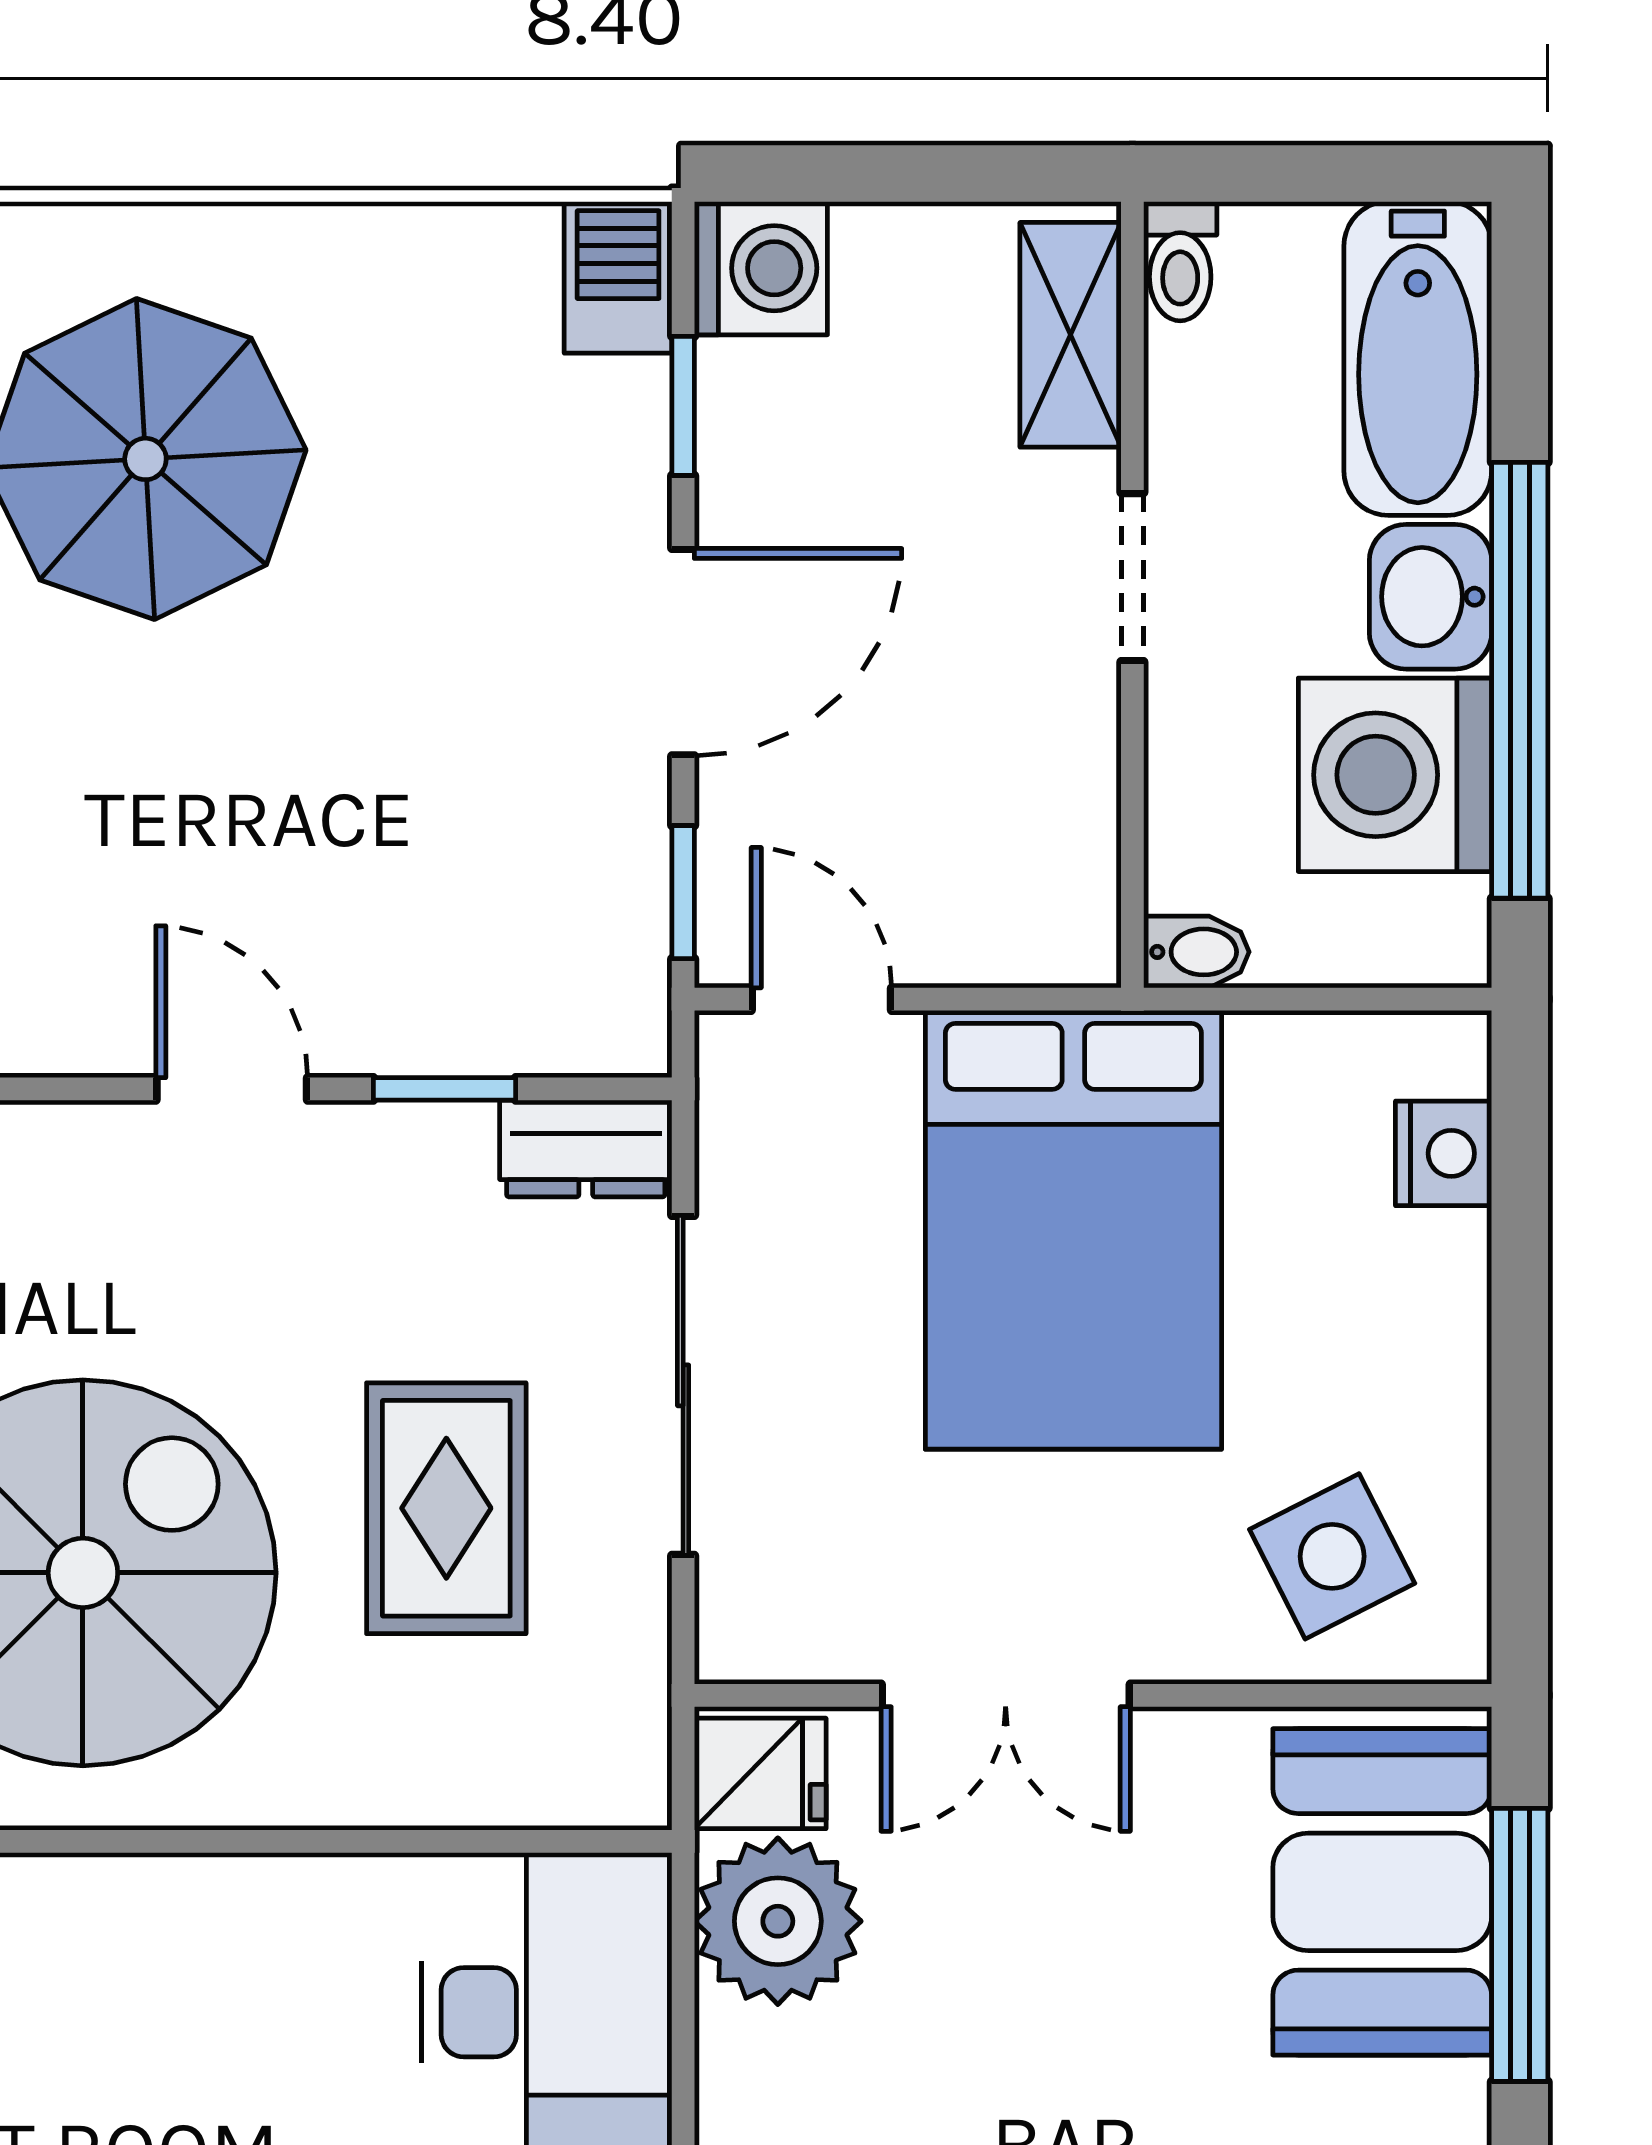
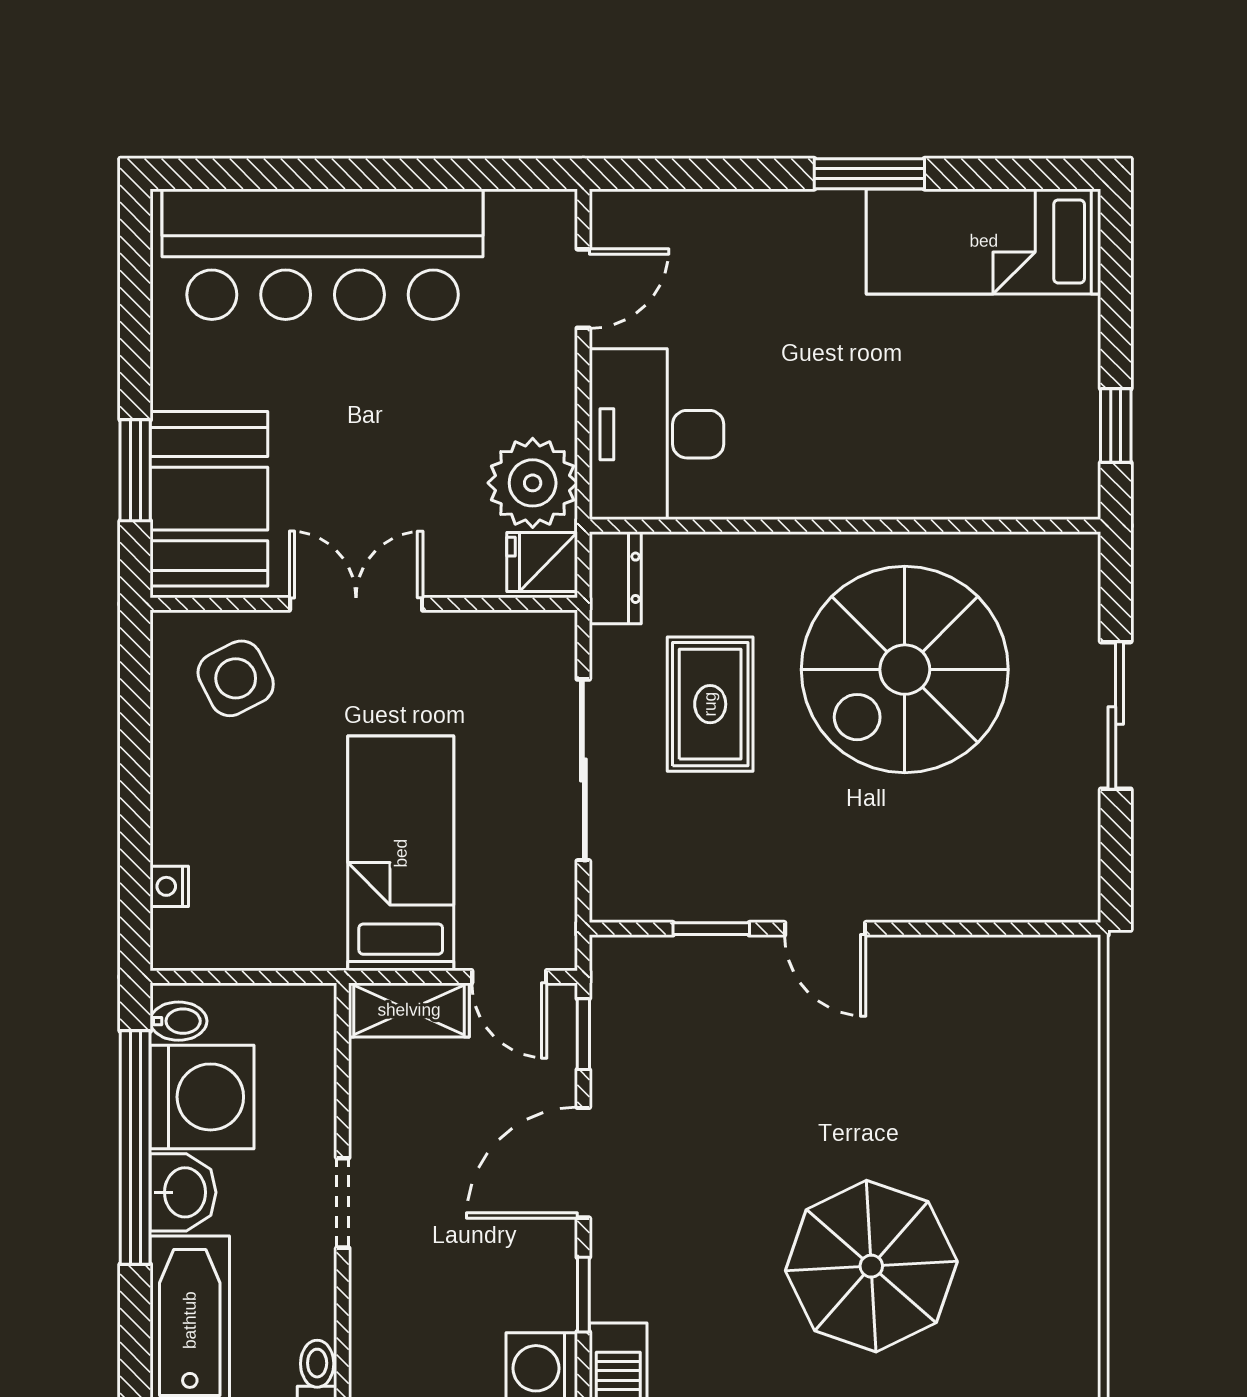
shelving: (1071, 335) -> (409, 1010), moved, turned 90
bidet: (1196, 952) -> (179, 1021), moved, turned 180
dresser: (586, 1149) -> (615, 578), moved, turned 90
nightstand: (1444, 1153) -> (169, 886), width x0.72, depth x0.74
bed: (1073, 1230) -> (401, 853), width x0.67
double door: (1006, 1695) -> (356, 604), moved
window: (1520, 1945) -> (135, 470), width x0.69

